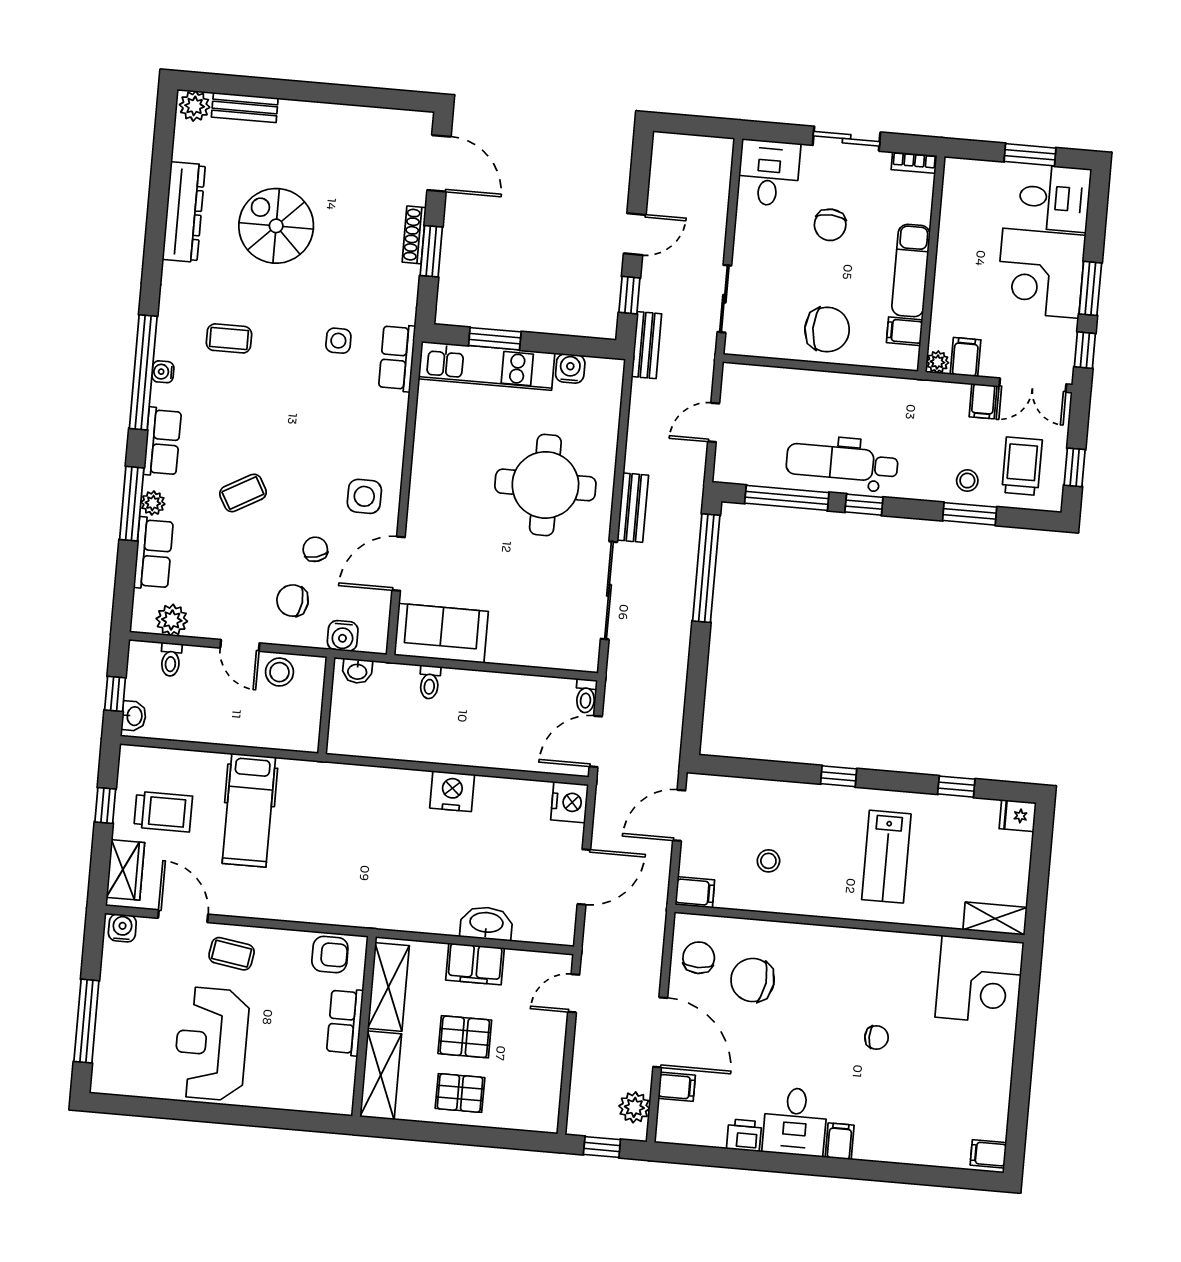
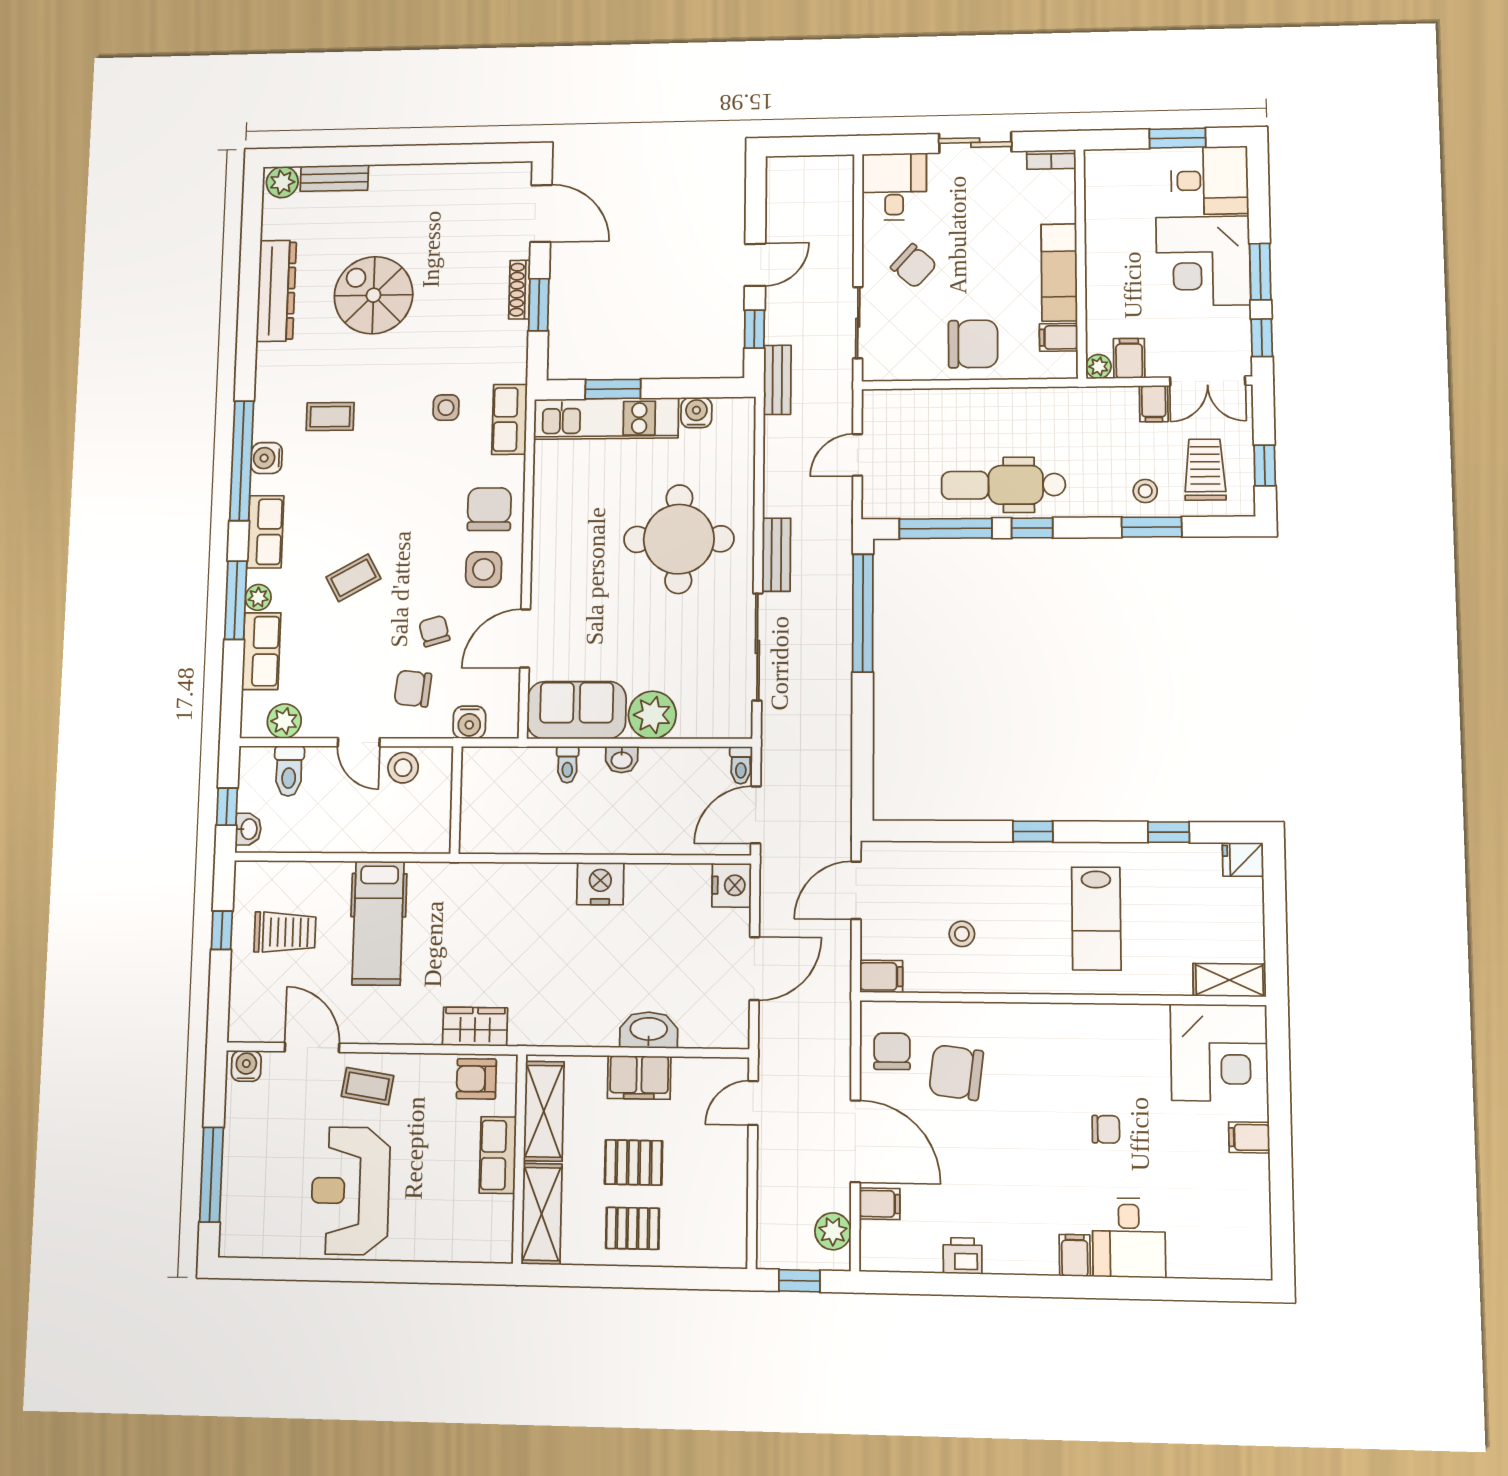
chair: (830, 225) -> (914, 266), moved, turned -51
water cooler: (163, 372) -> (267, 458), width x1.38, depth x1.38
chair: (373, 441) -> (489, 509), added
plant: (510, 644) -> (652, 715), added
toilet: (171, 660) -> (289, 771), width x1.37, depth x1.39
washbasin: (357, 671) -> (622, 760), moved
wardrobe: (125, 870) -> (475, 1027), moved, turned -90
armchair: (330, 955) -> (476, 1079), turned 180
desk: (795, 1122) -> (1129, 1238), moved
filing cabinet: (988, 1154) -> (1249, 1137), moved

